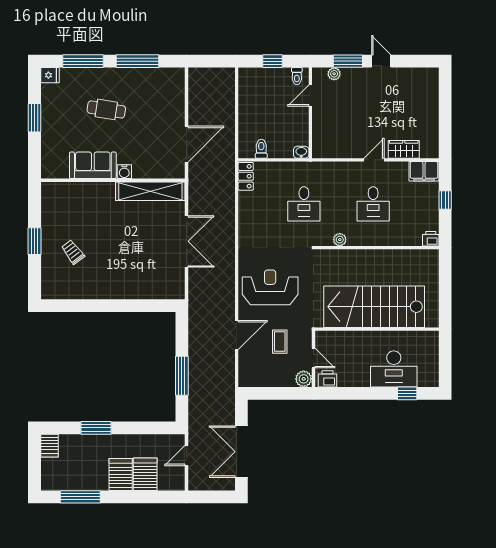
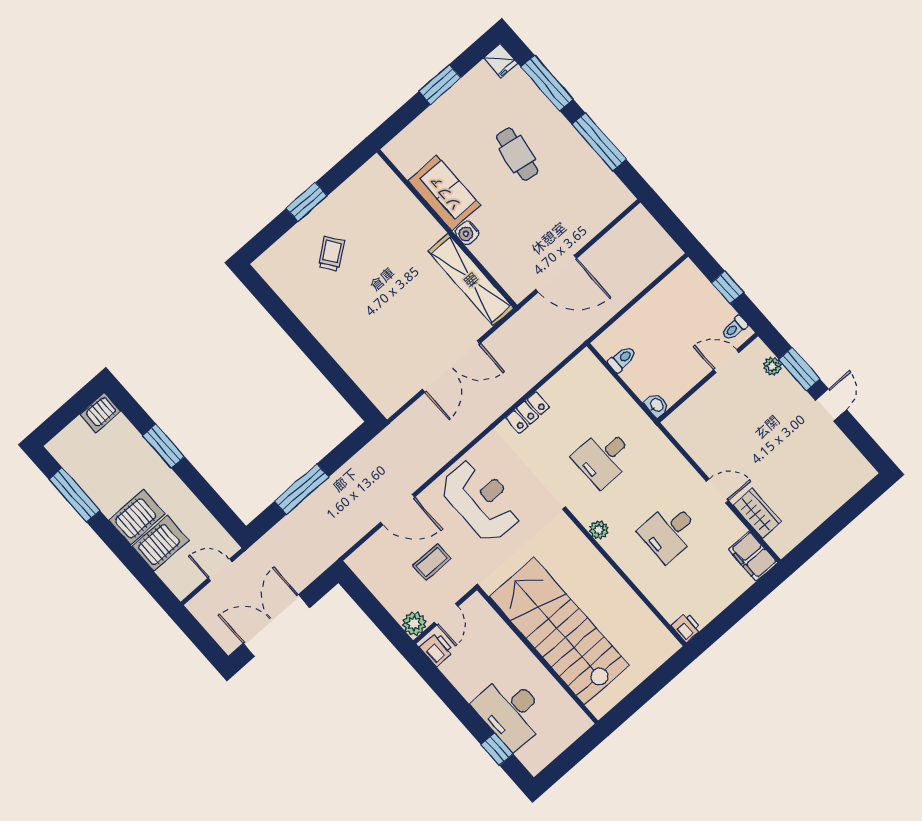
locker: (246, 176) -> (528, 412), moved
window: (445, 200) -> (742, 606), removed

